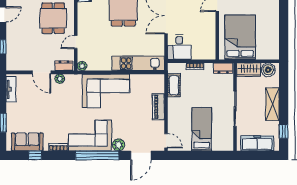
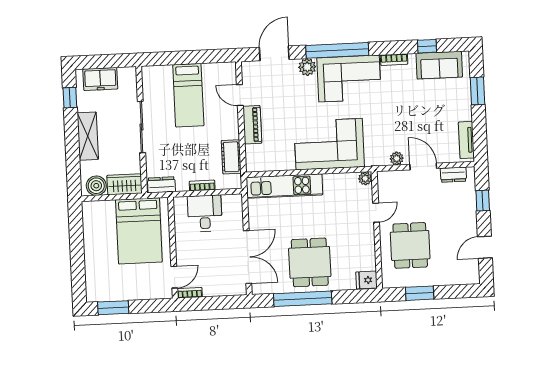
desk: (179, 47) -> (205, 213), moved
dresser: (64, 66) -> (453, 175), moved
door: (166, 141) -> (240, 95), moved
freezer: (257, 143) -> (100, 79), width x0.71

